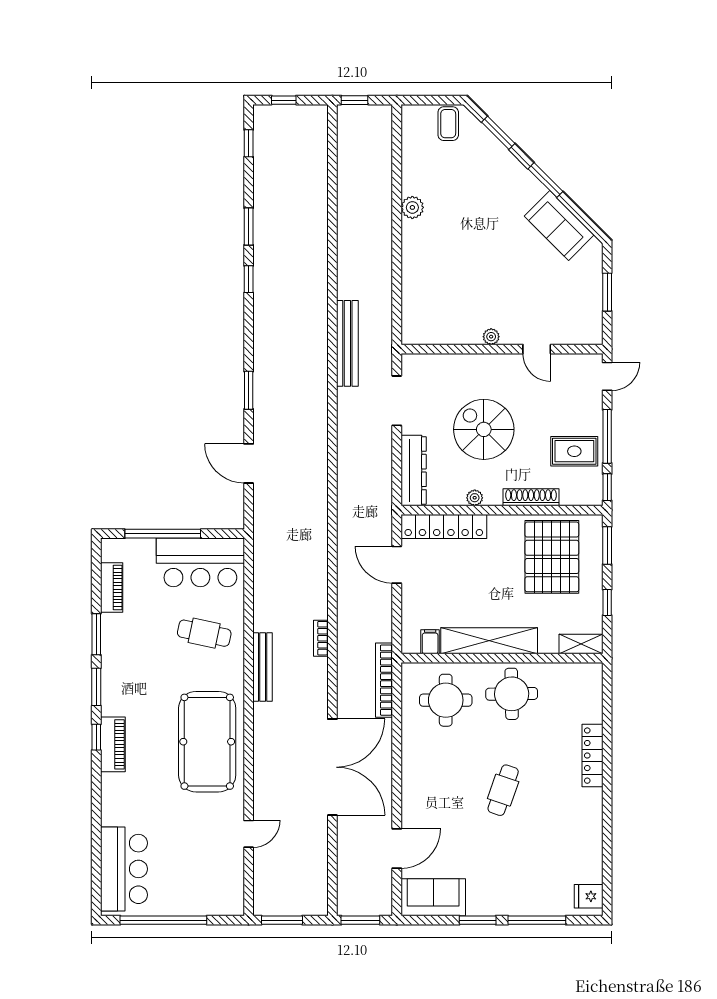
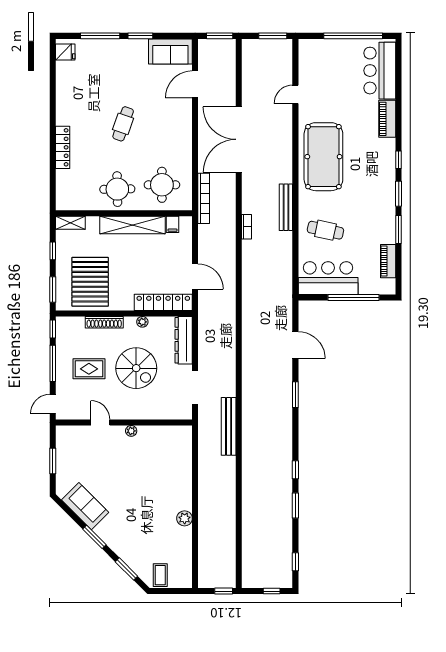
rug: (574, 451) -> (89, 369), moved
piano: (113, 744) -> (387, 119), moved

